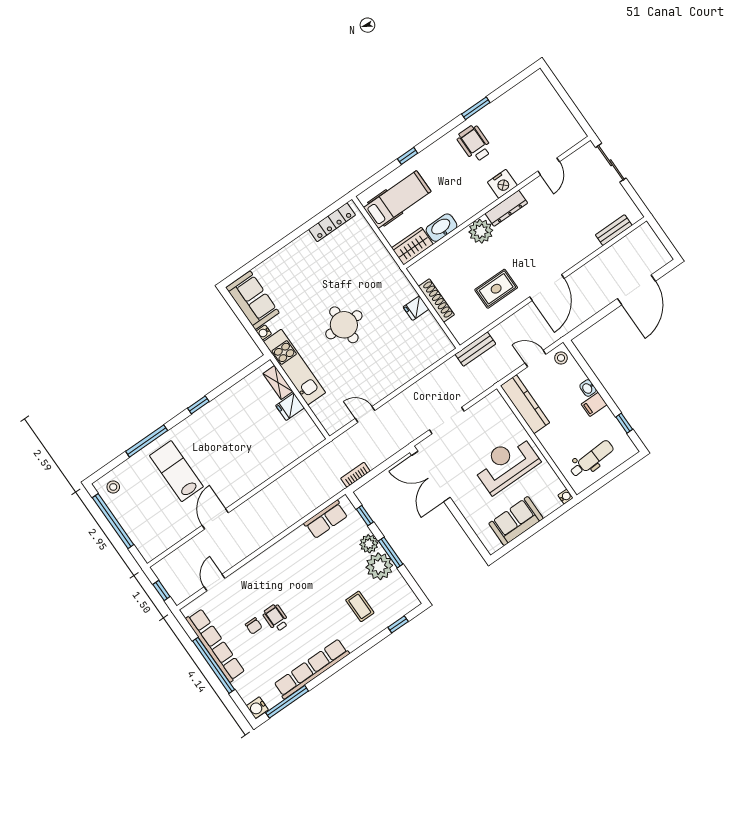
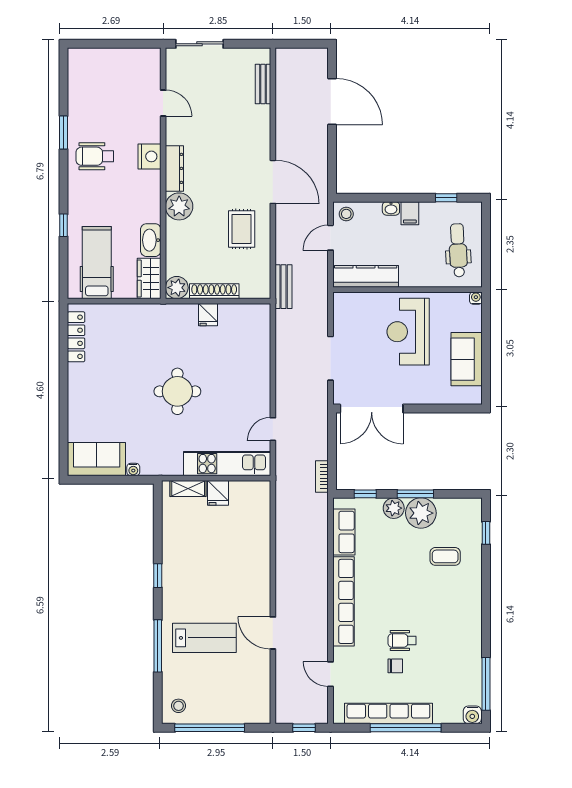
plant: (420, 271) -> (177, 288), added
kitchen unit: (294, 367) -> (227, 464), moved
lab bench: (176, 471) -> (204, 638), turned 180
row of seats: (312, 669) -> (343, 601), moved, turned 180

